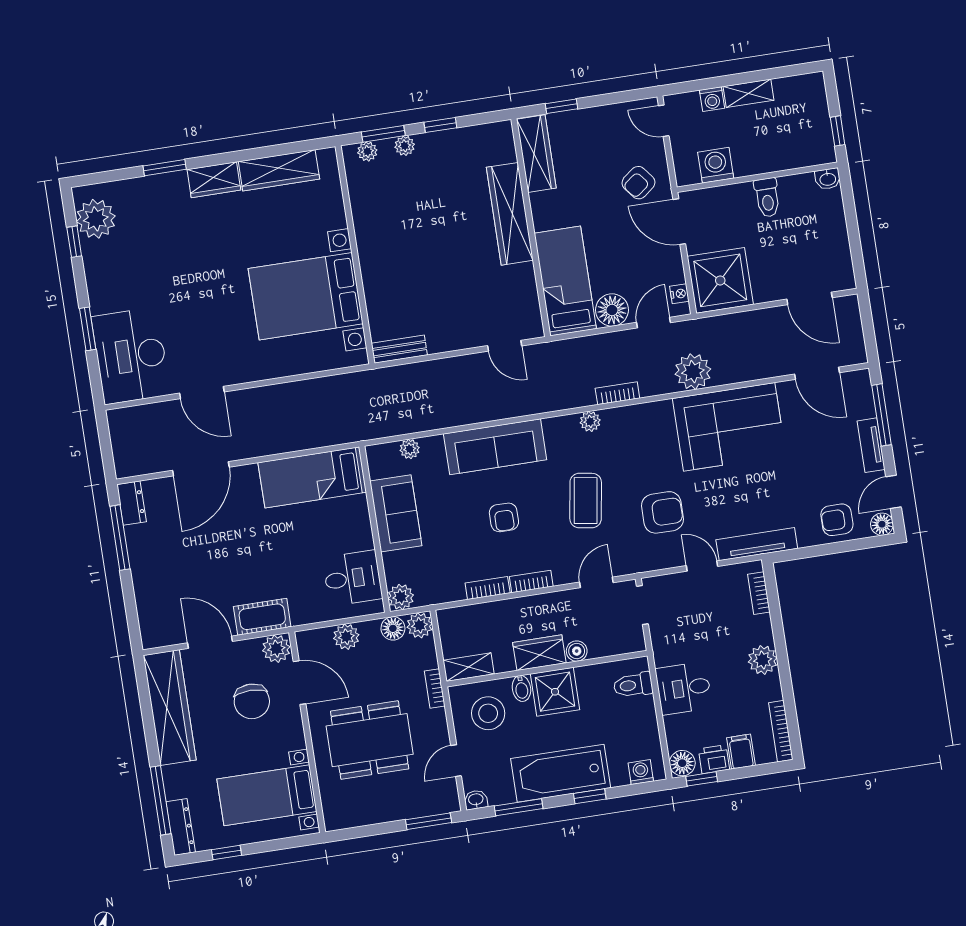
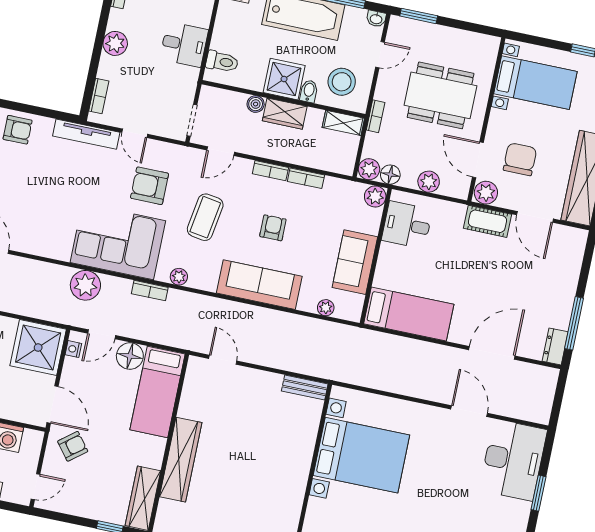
door: (664, 121) -> (35, 487), hinge flipped
corner sofa: (729, 427) -> (118, 242), moved

